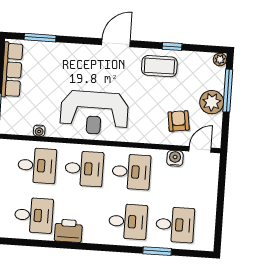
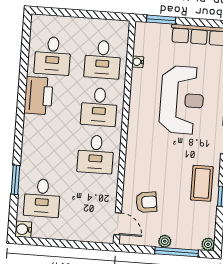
plant: (212, 102) -> (165, 241), width x0.53, depth x0.53
reception desk: (94, 113) -> (182, 100), moved, turned 180
water cooler: (175, 158) -> (23, 229), moved, turned 180
desk: (128, 221) -> (46, 151), removed
printer: (68, 231) -> (38, 96), width x1.37, depth x1.19

